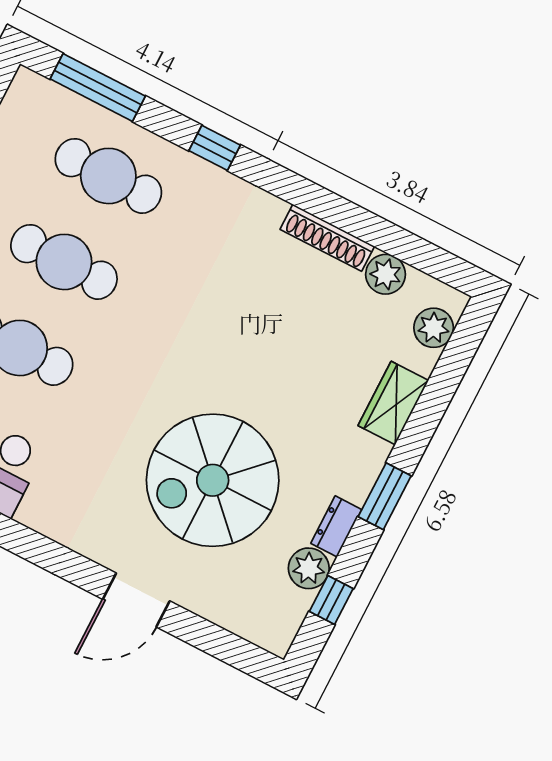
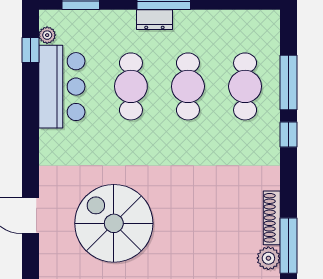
window: (98, 88) -> (288, 82), moved
window: (382, 234) -> (288, 246), added

